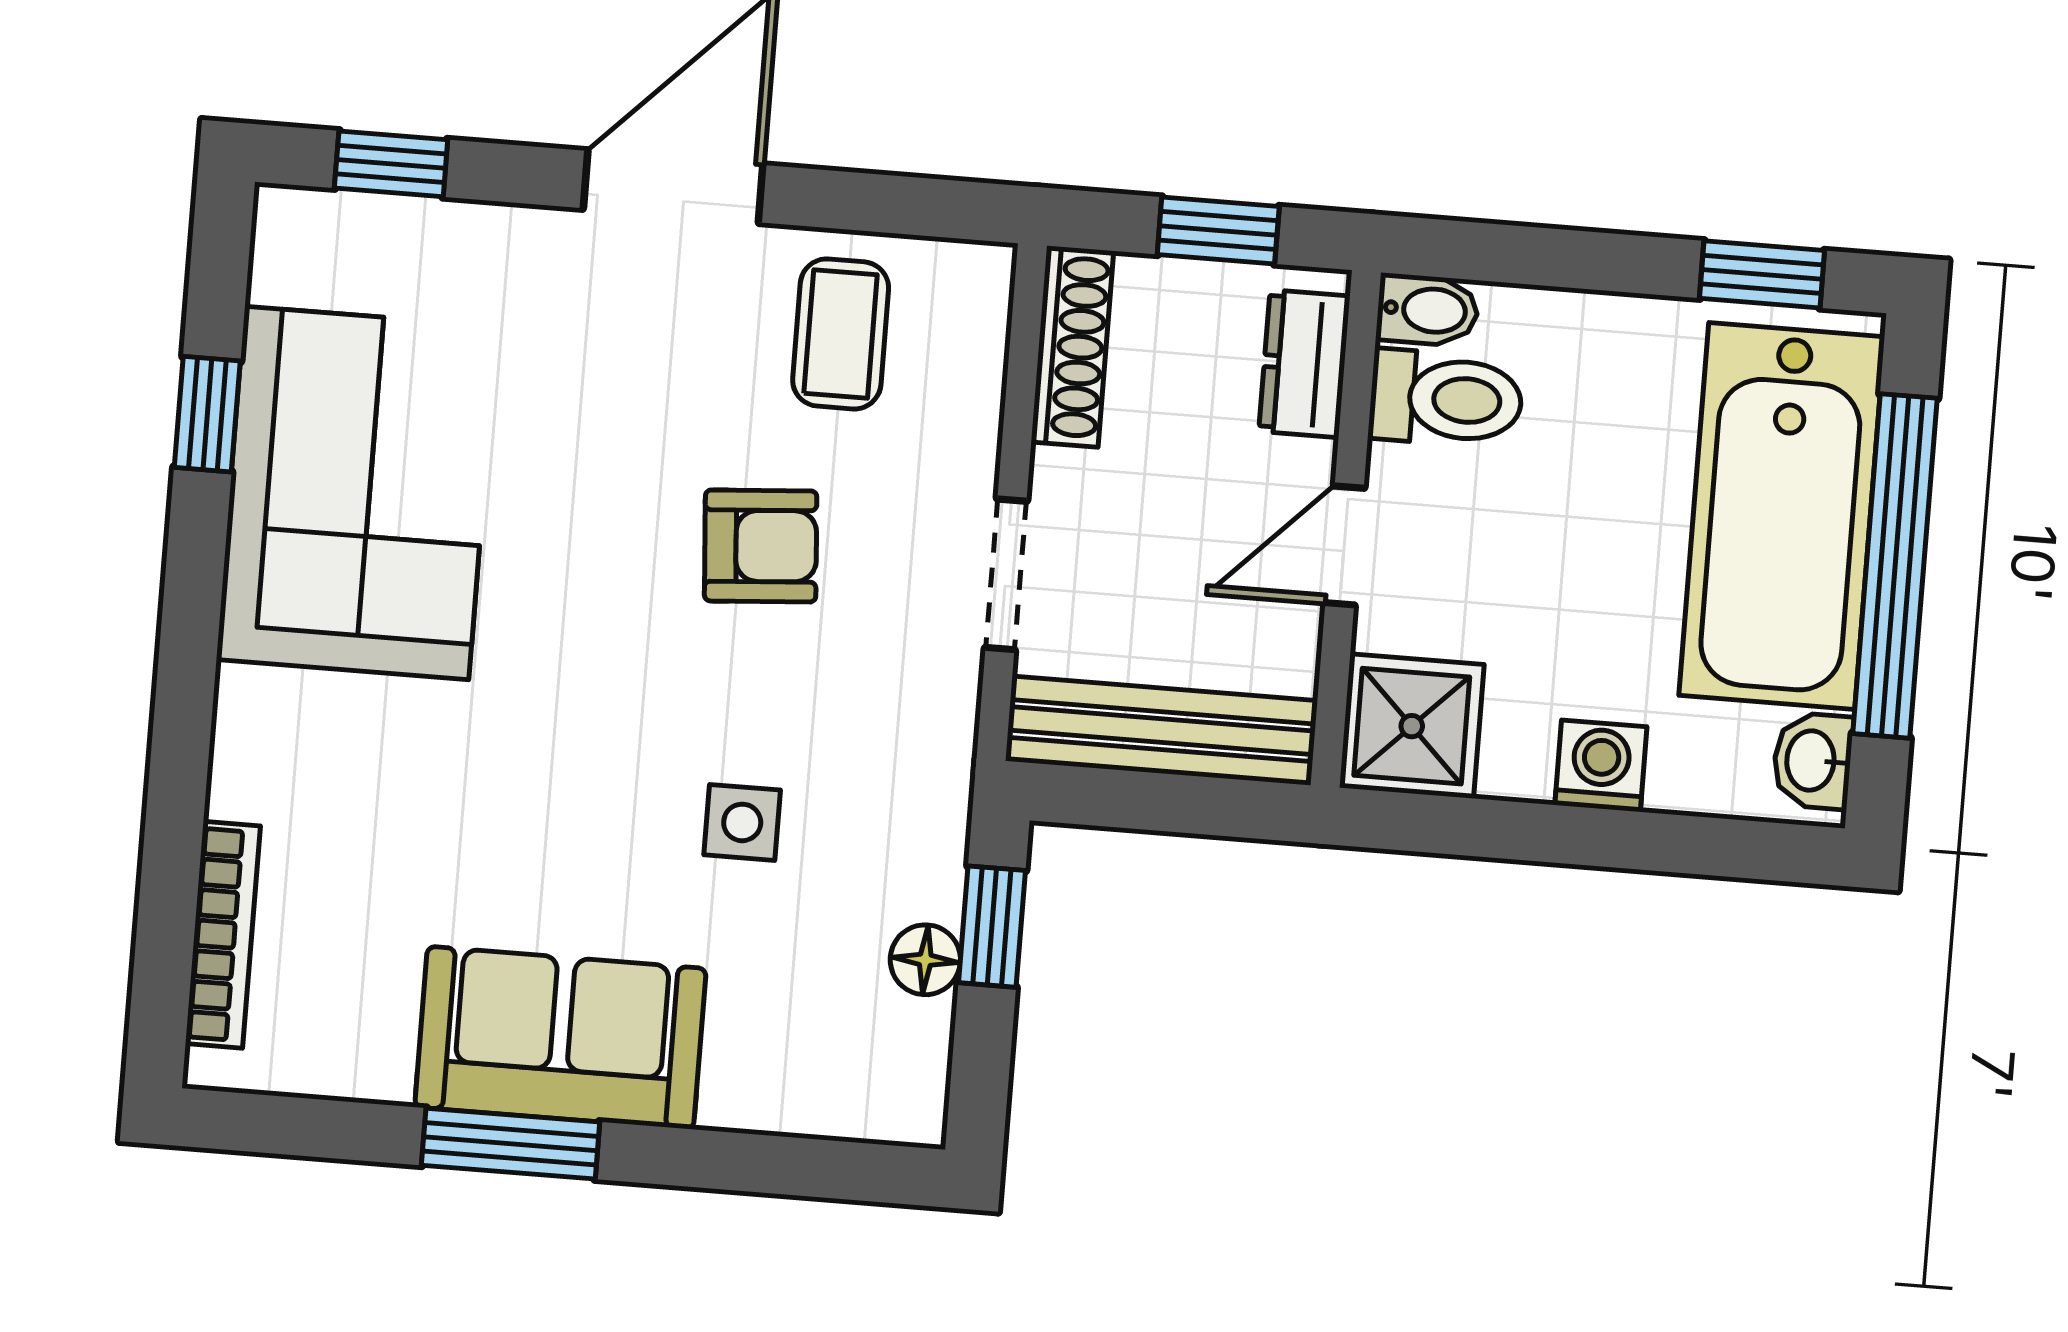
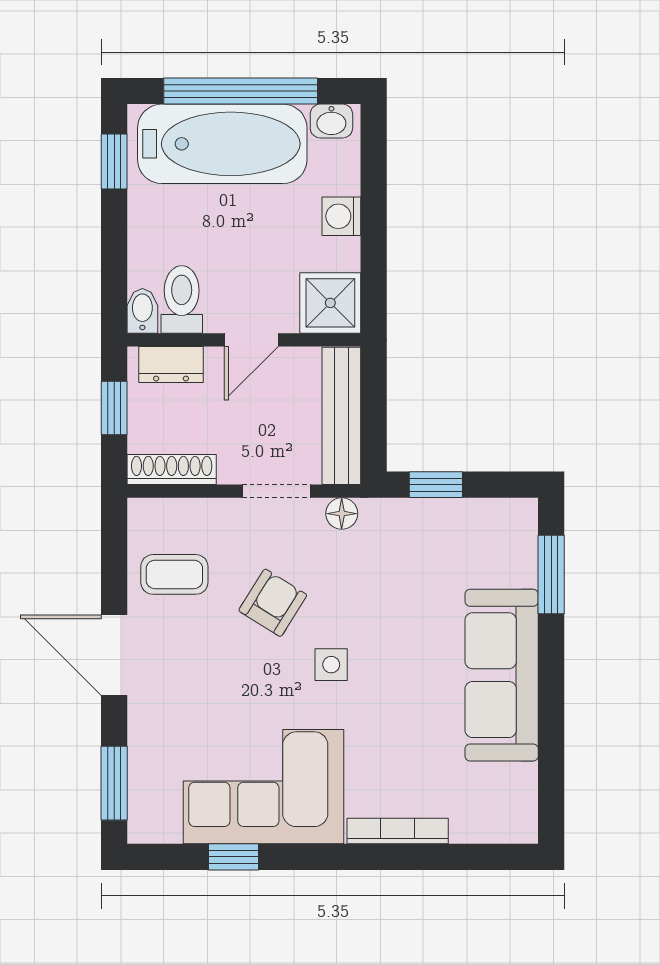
window: (391, 164) -> (114, 783), width x1.50
door: (1344, 545) -> (251, 340), hinge flipped
armchair: (761, 546) -> (273, 603), turned 36
side table: (742, 822) -> (331, 665), moved
bookcase: (223, 935) -> (398, 831), moved
floor lamp: (925, 960) -> (342, 514), moved
sofa: (560, 1038) -> (502, 675), width x1.36
window: (511, 1144) -> (551, 574), moved

